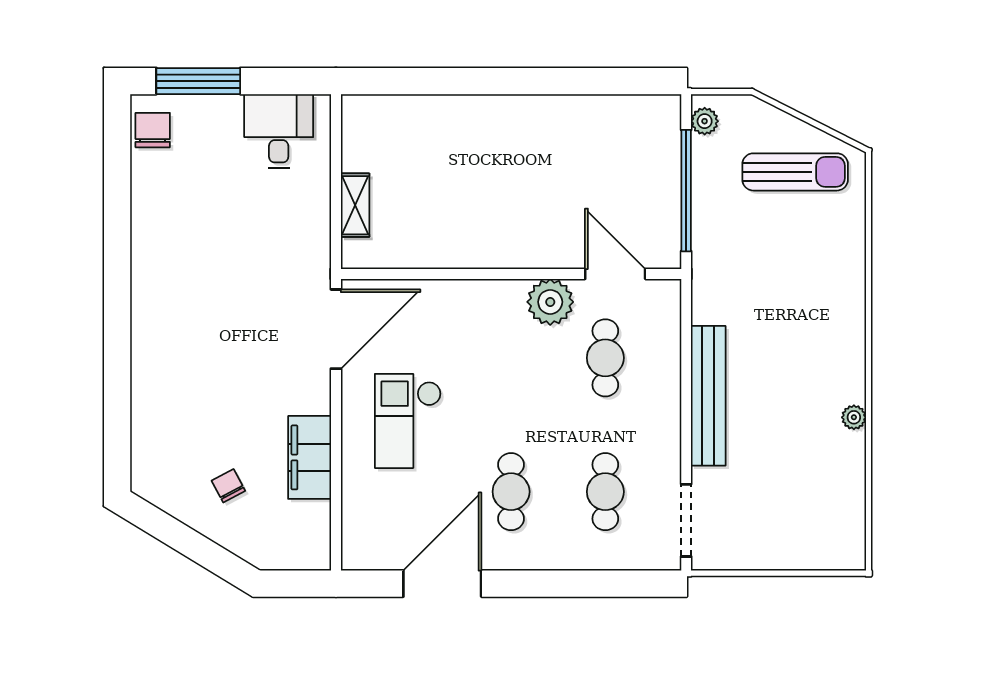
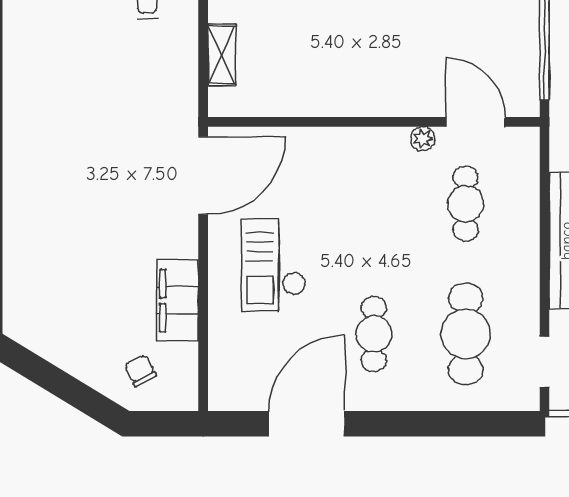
plant: (550, 302) -> (423, 139), width x0.53, depth x0.53
chair: (228, 486) -> (140, 371), moved
cafe table: (605, 492) -> (466, 334), width x1.37, depth x1.35
doorway: (686, 520) -> (545, 362), width x0.73

